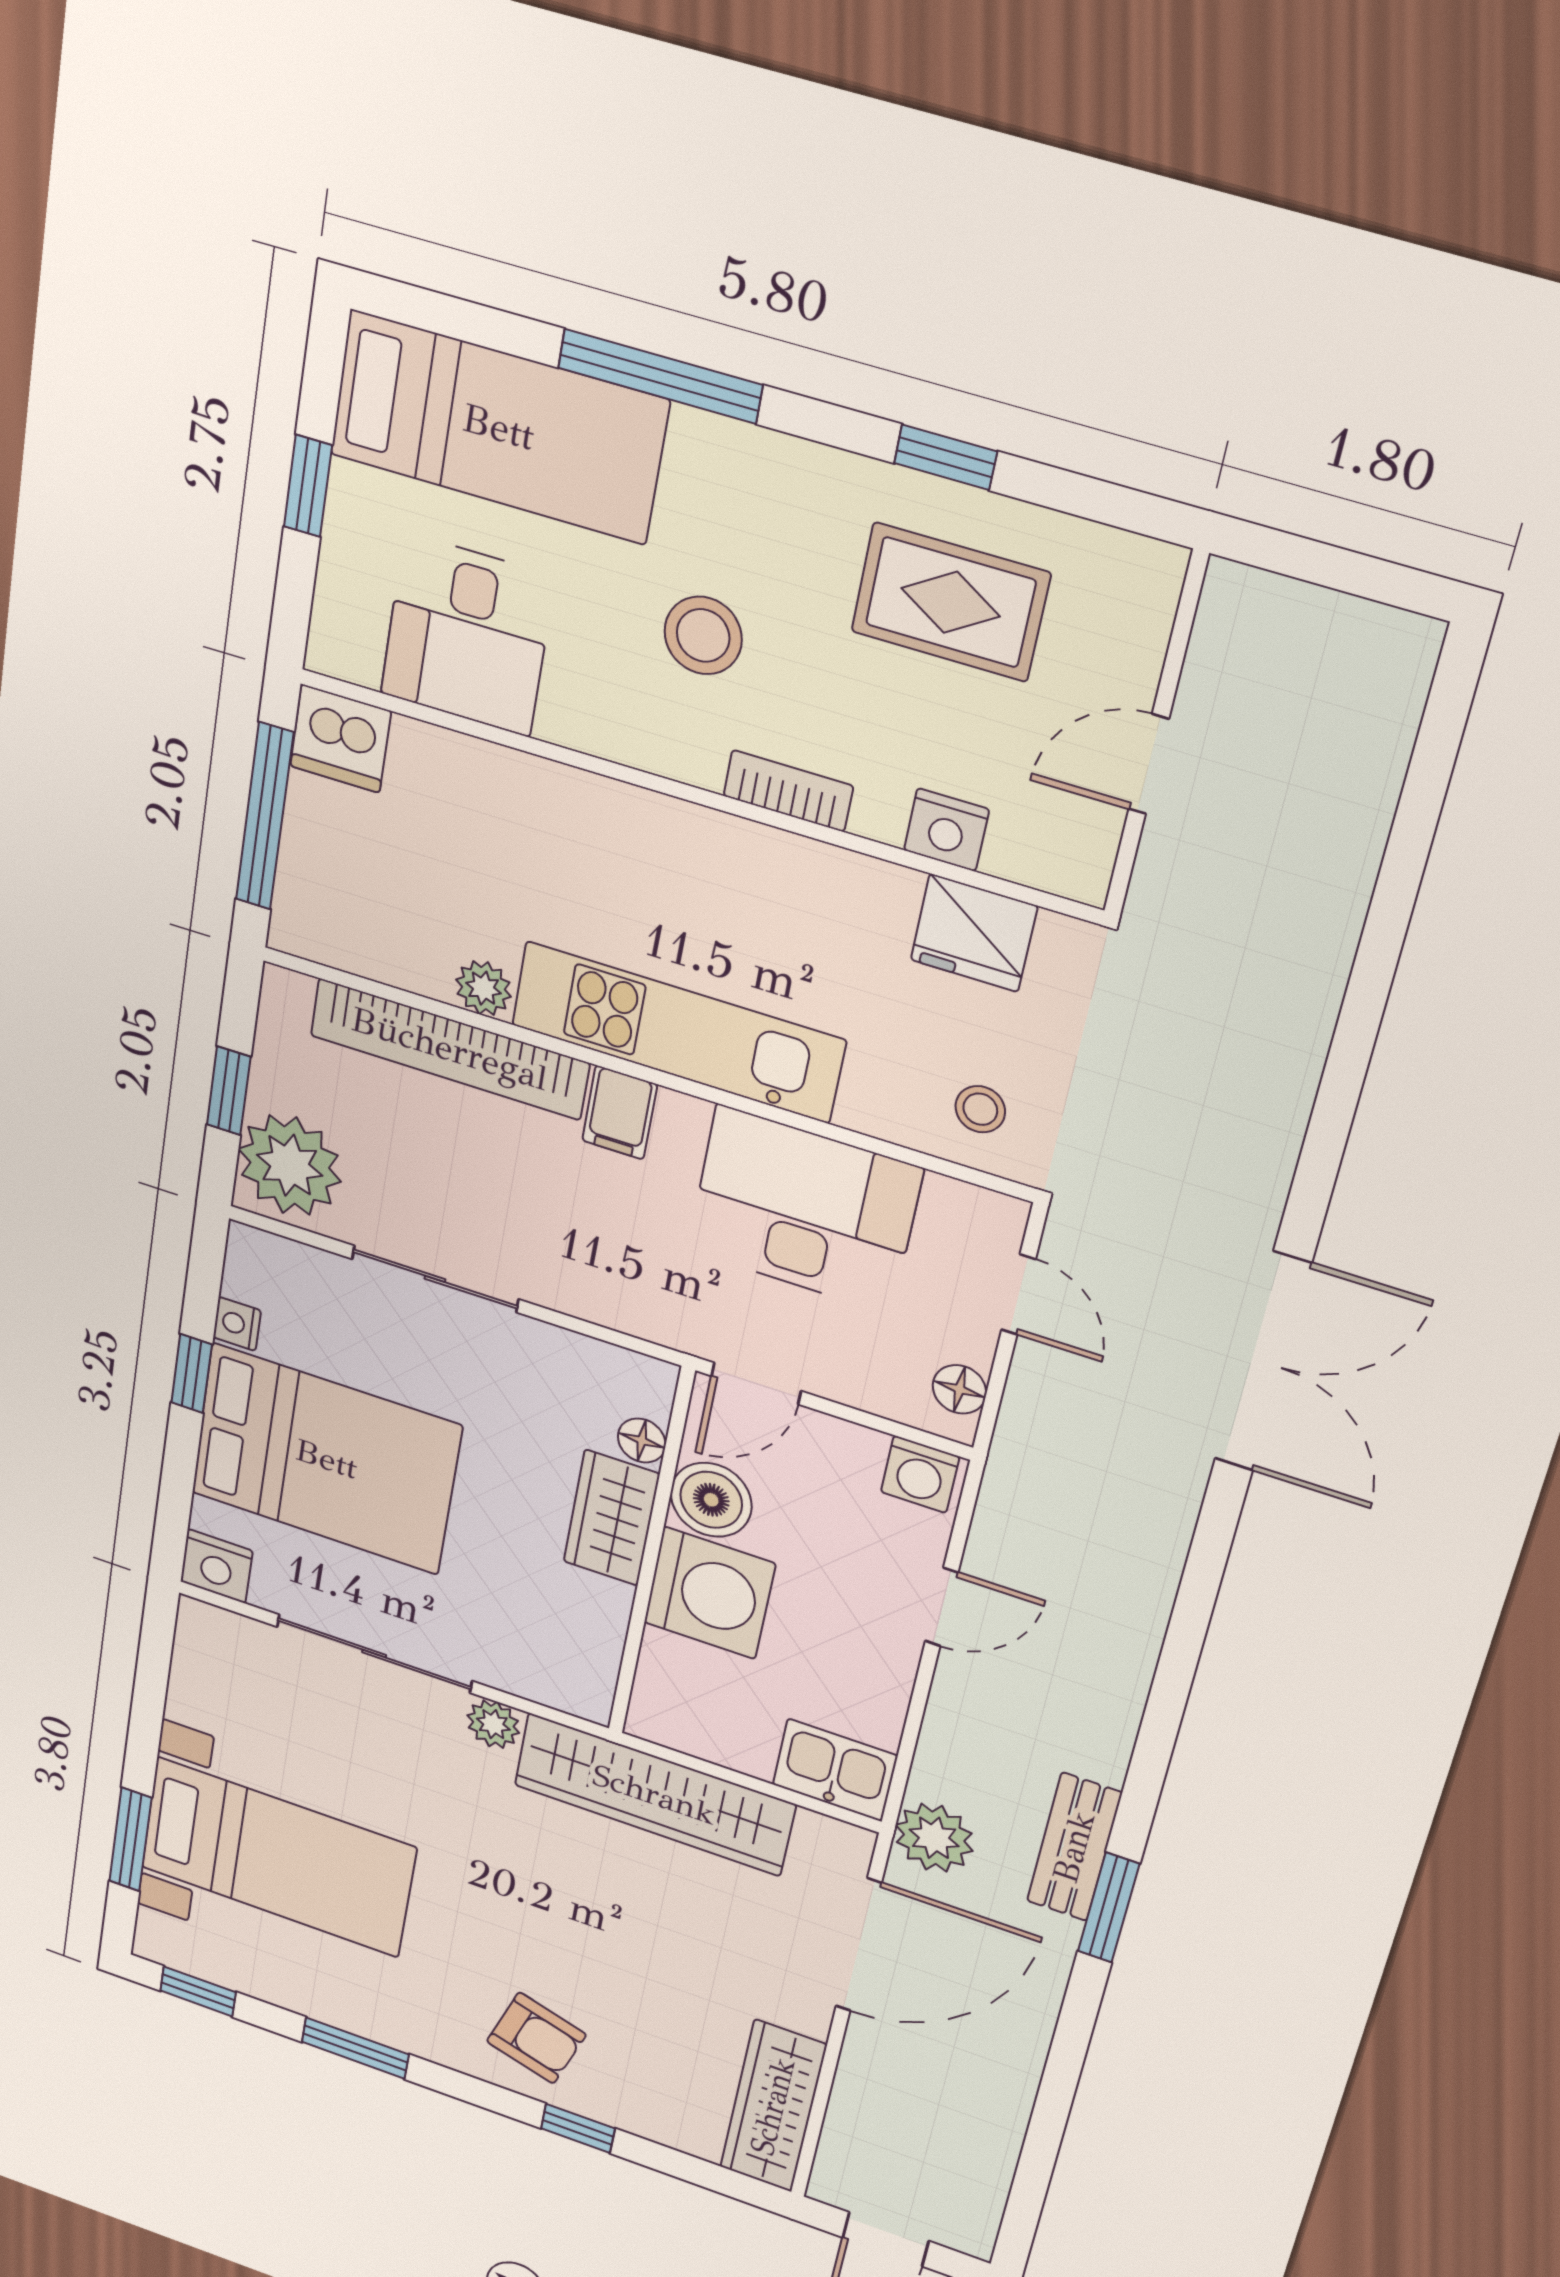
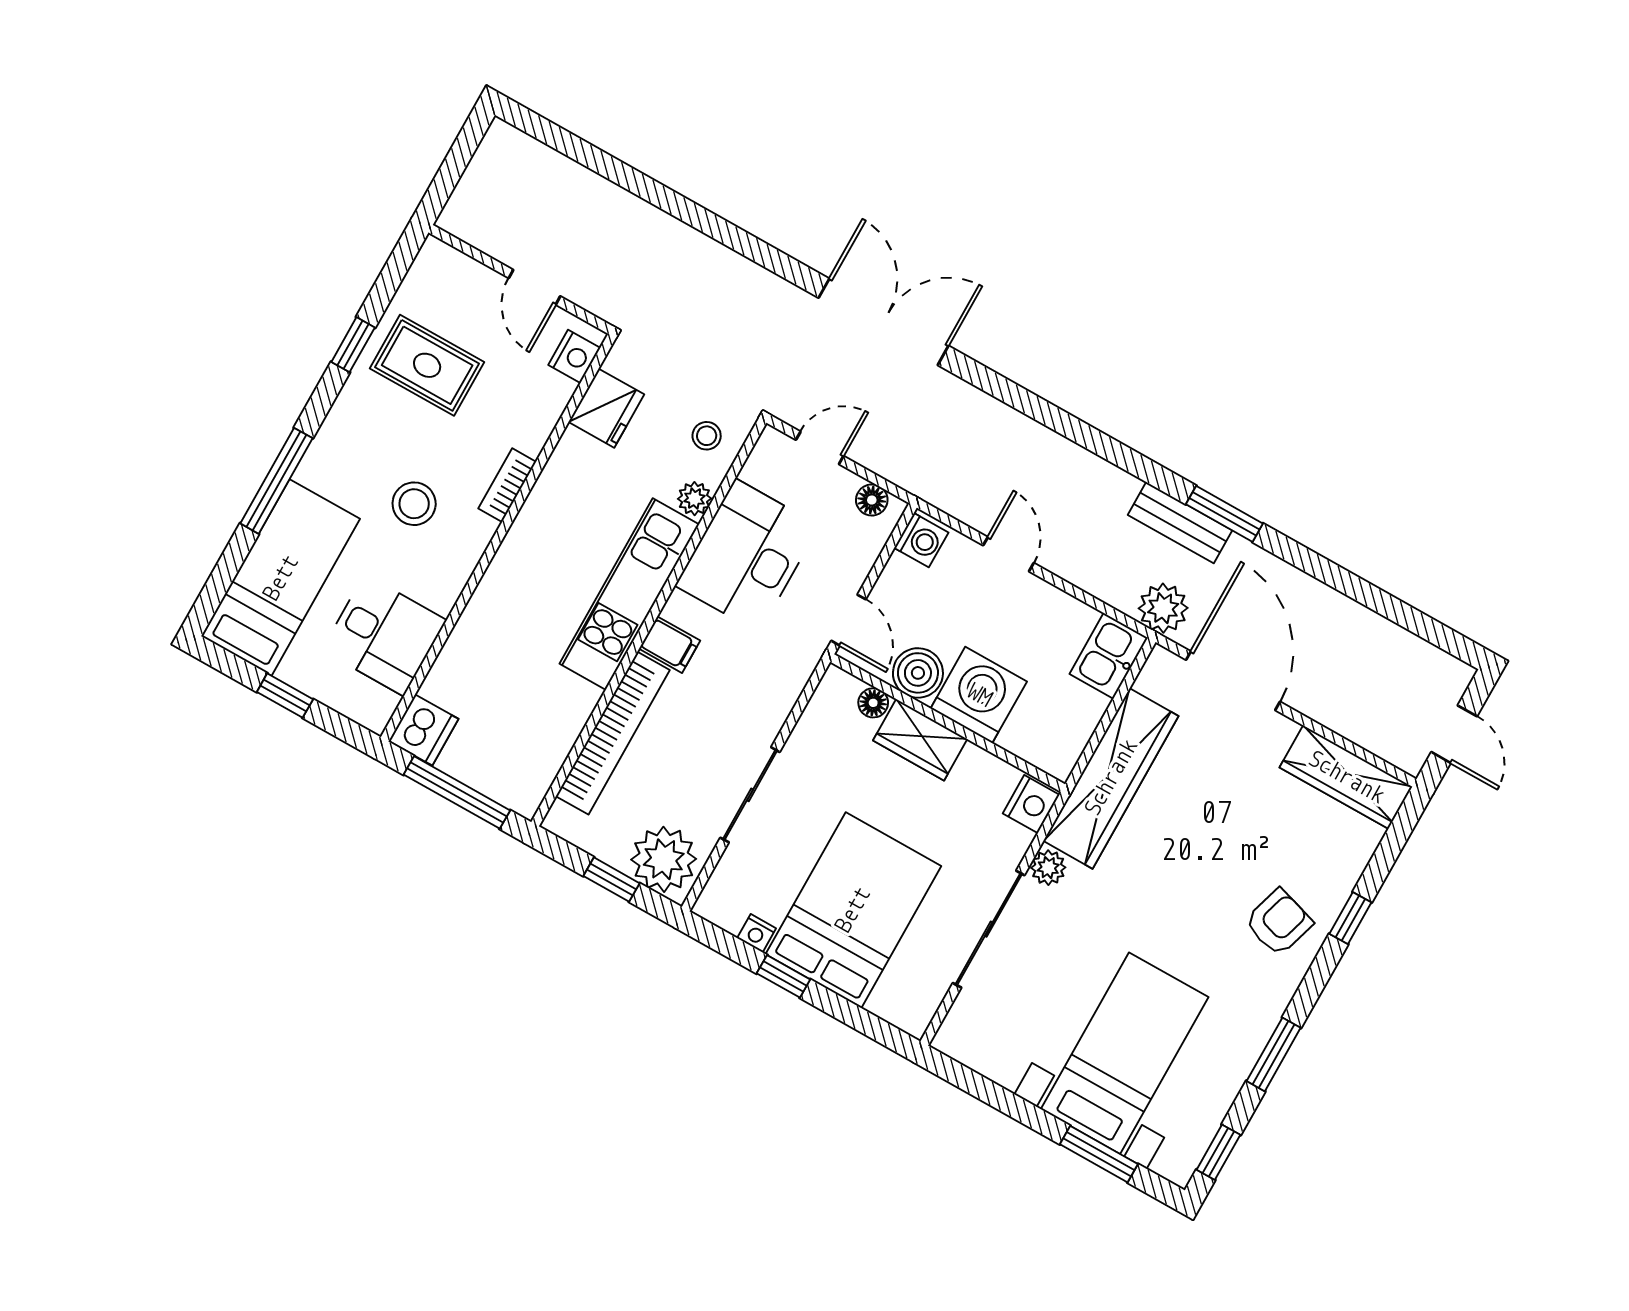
rug: (951, 602) -> (427, 365), turned 90
nightstand: (946, 830) -> (574, 356), moved
plant: (484, 988) -> (694, 499), moved
nightstand: (216, 1566) -> (1031, 804), moved

